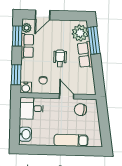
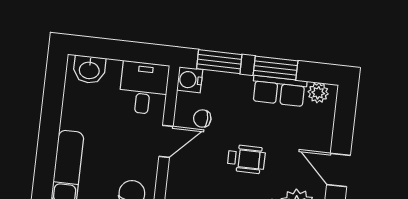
door: (43, 15) -> (339, 170), moved
window: (17, 36) -> (275, 68), moved
door: (67, 96) -> (166, 141), moved

